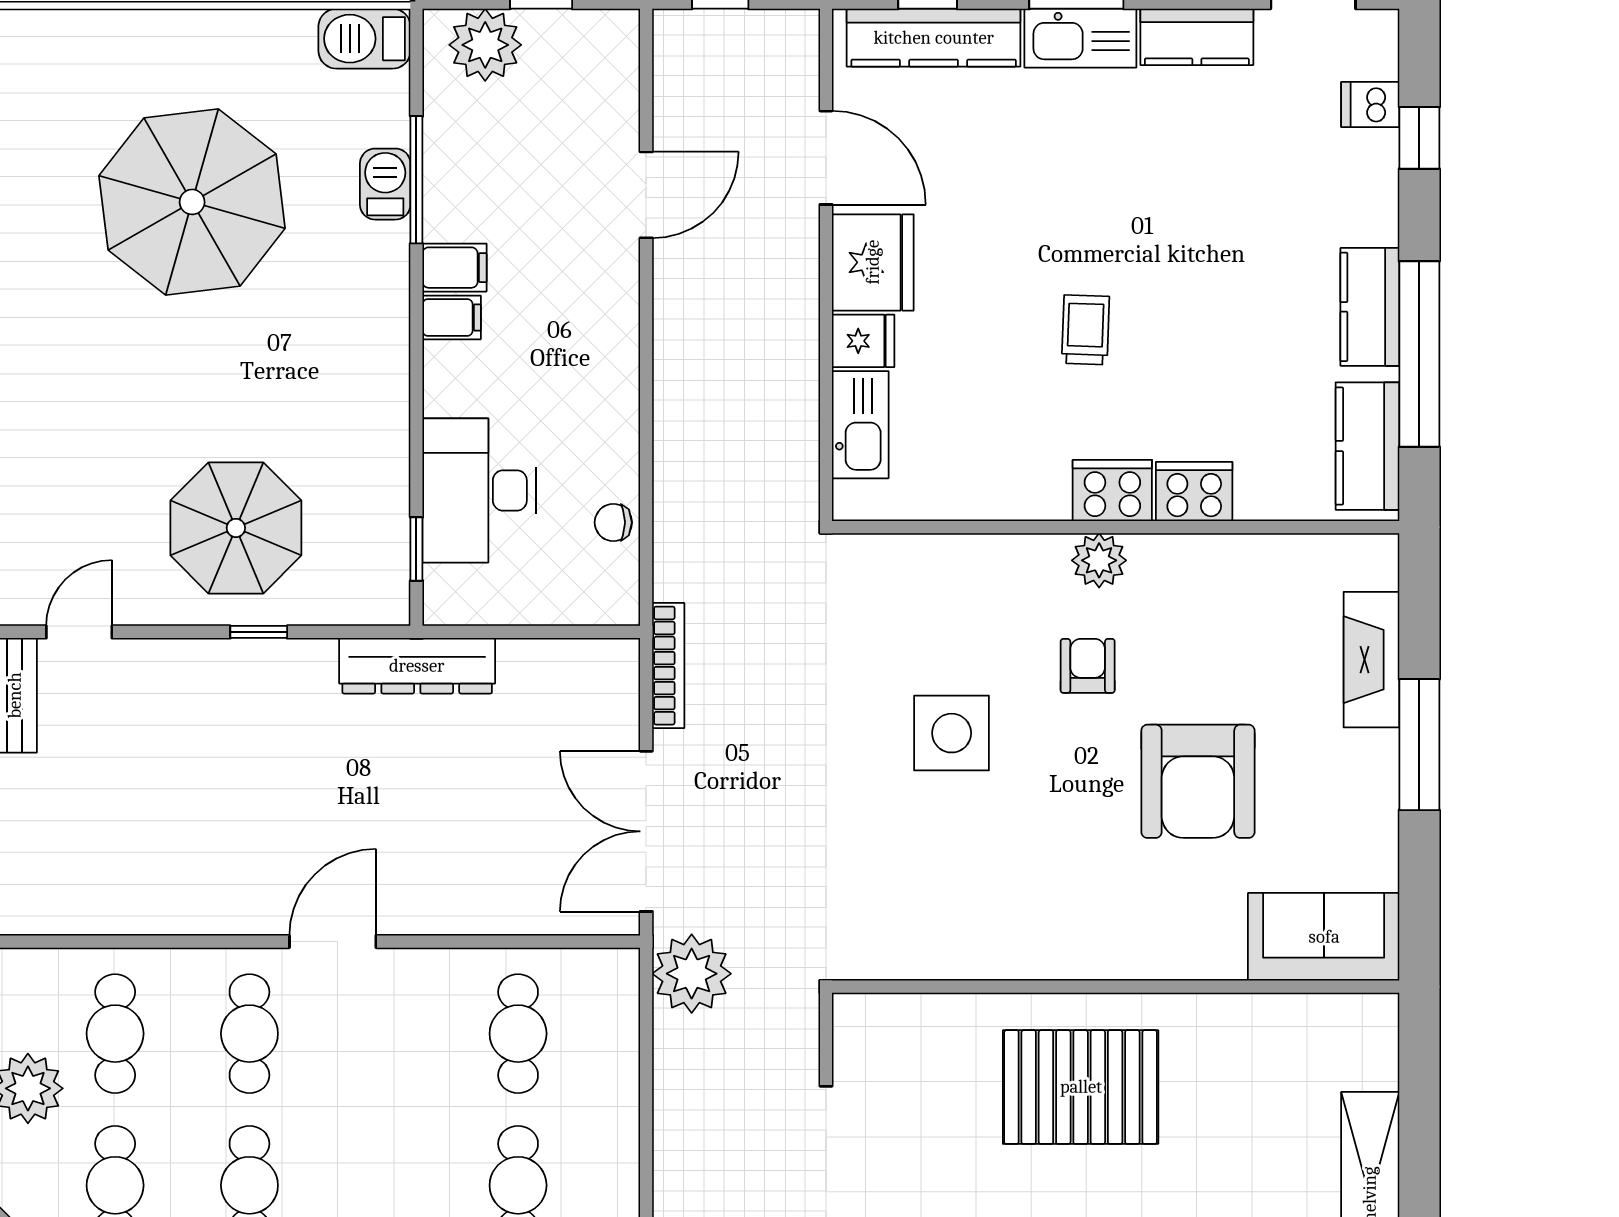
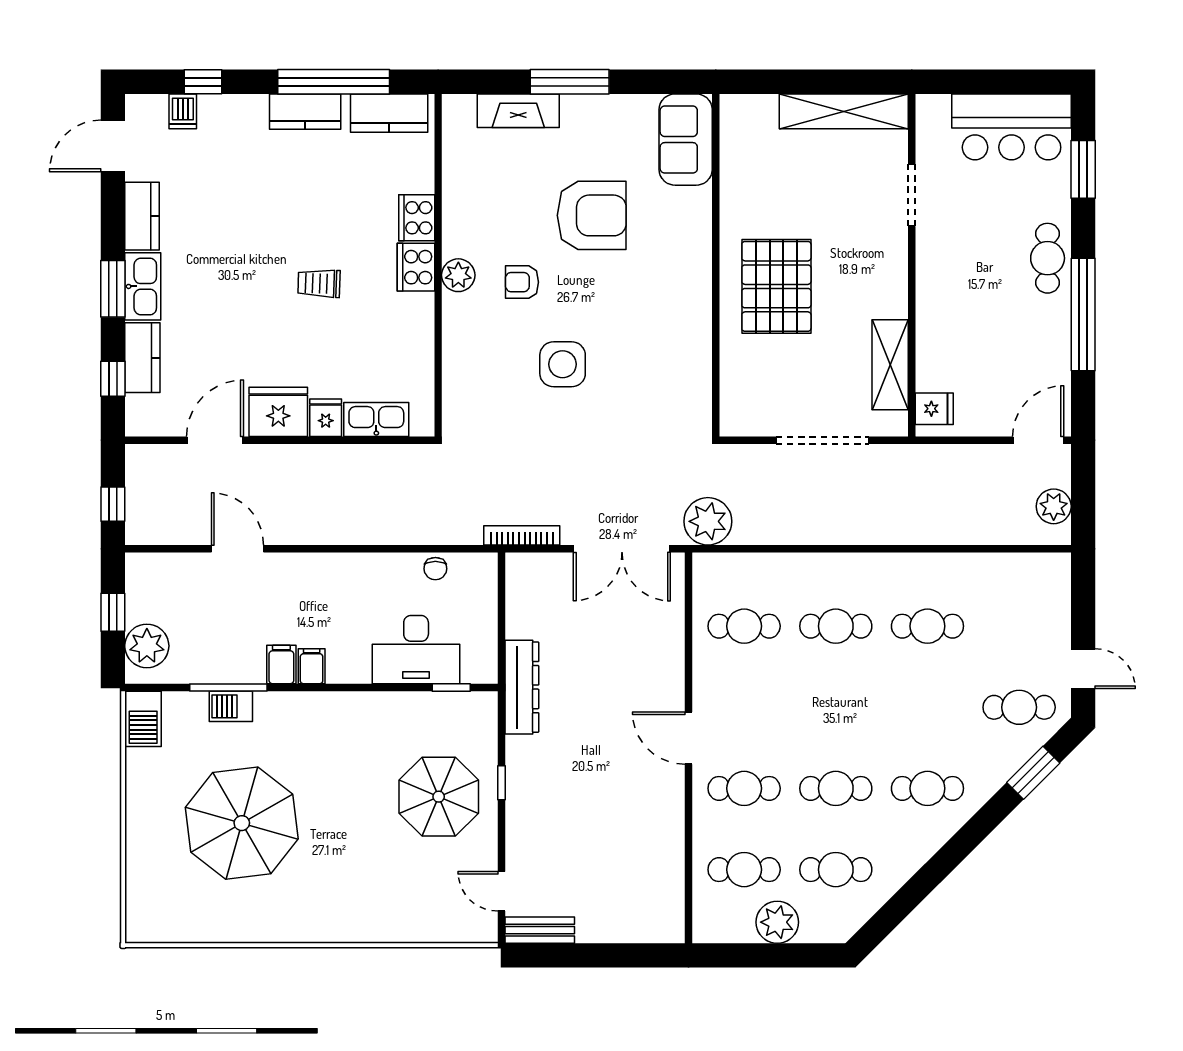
kitchen counter: (934, 38) -> (142, 358), width x0.67

